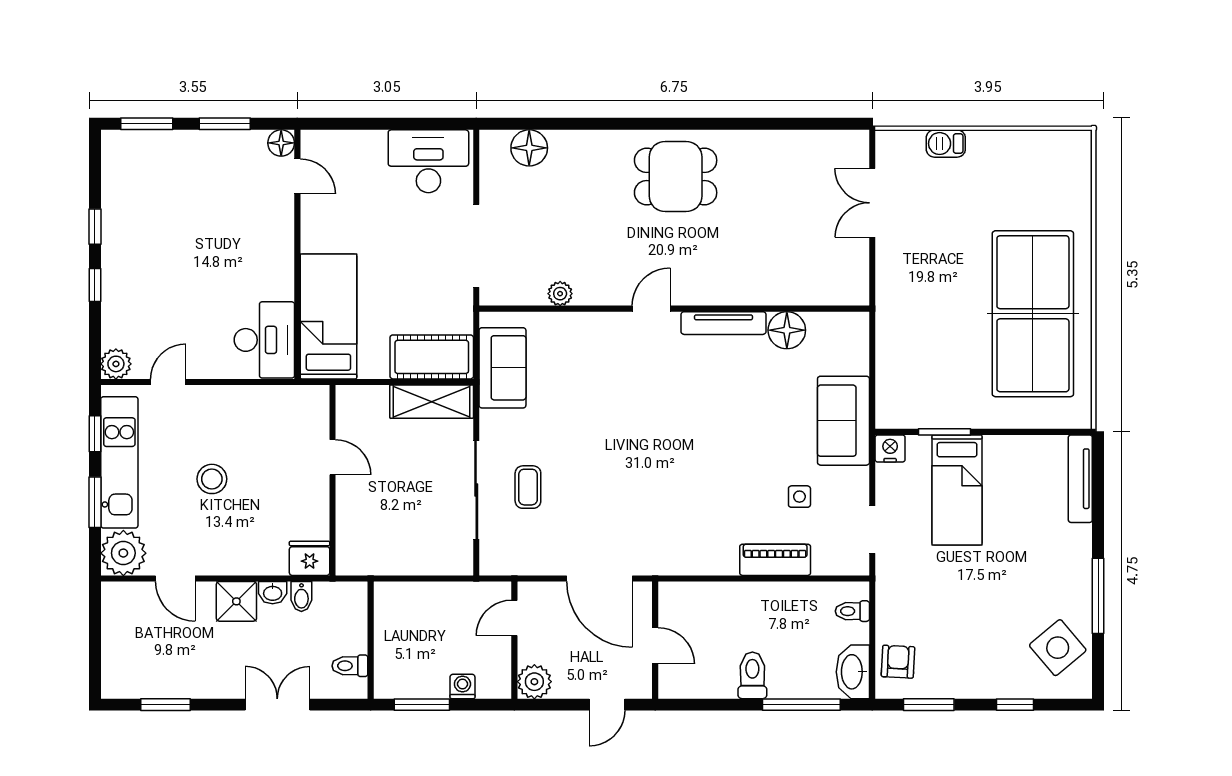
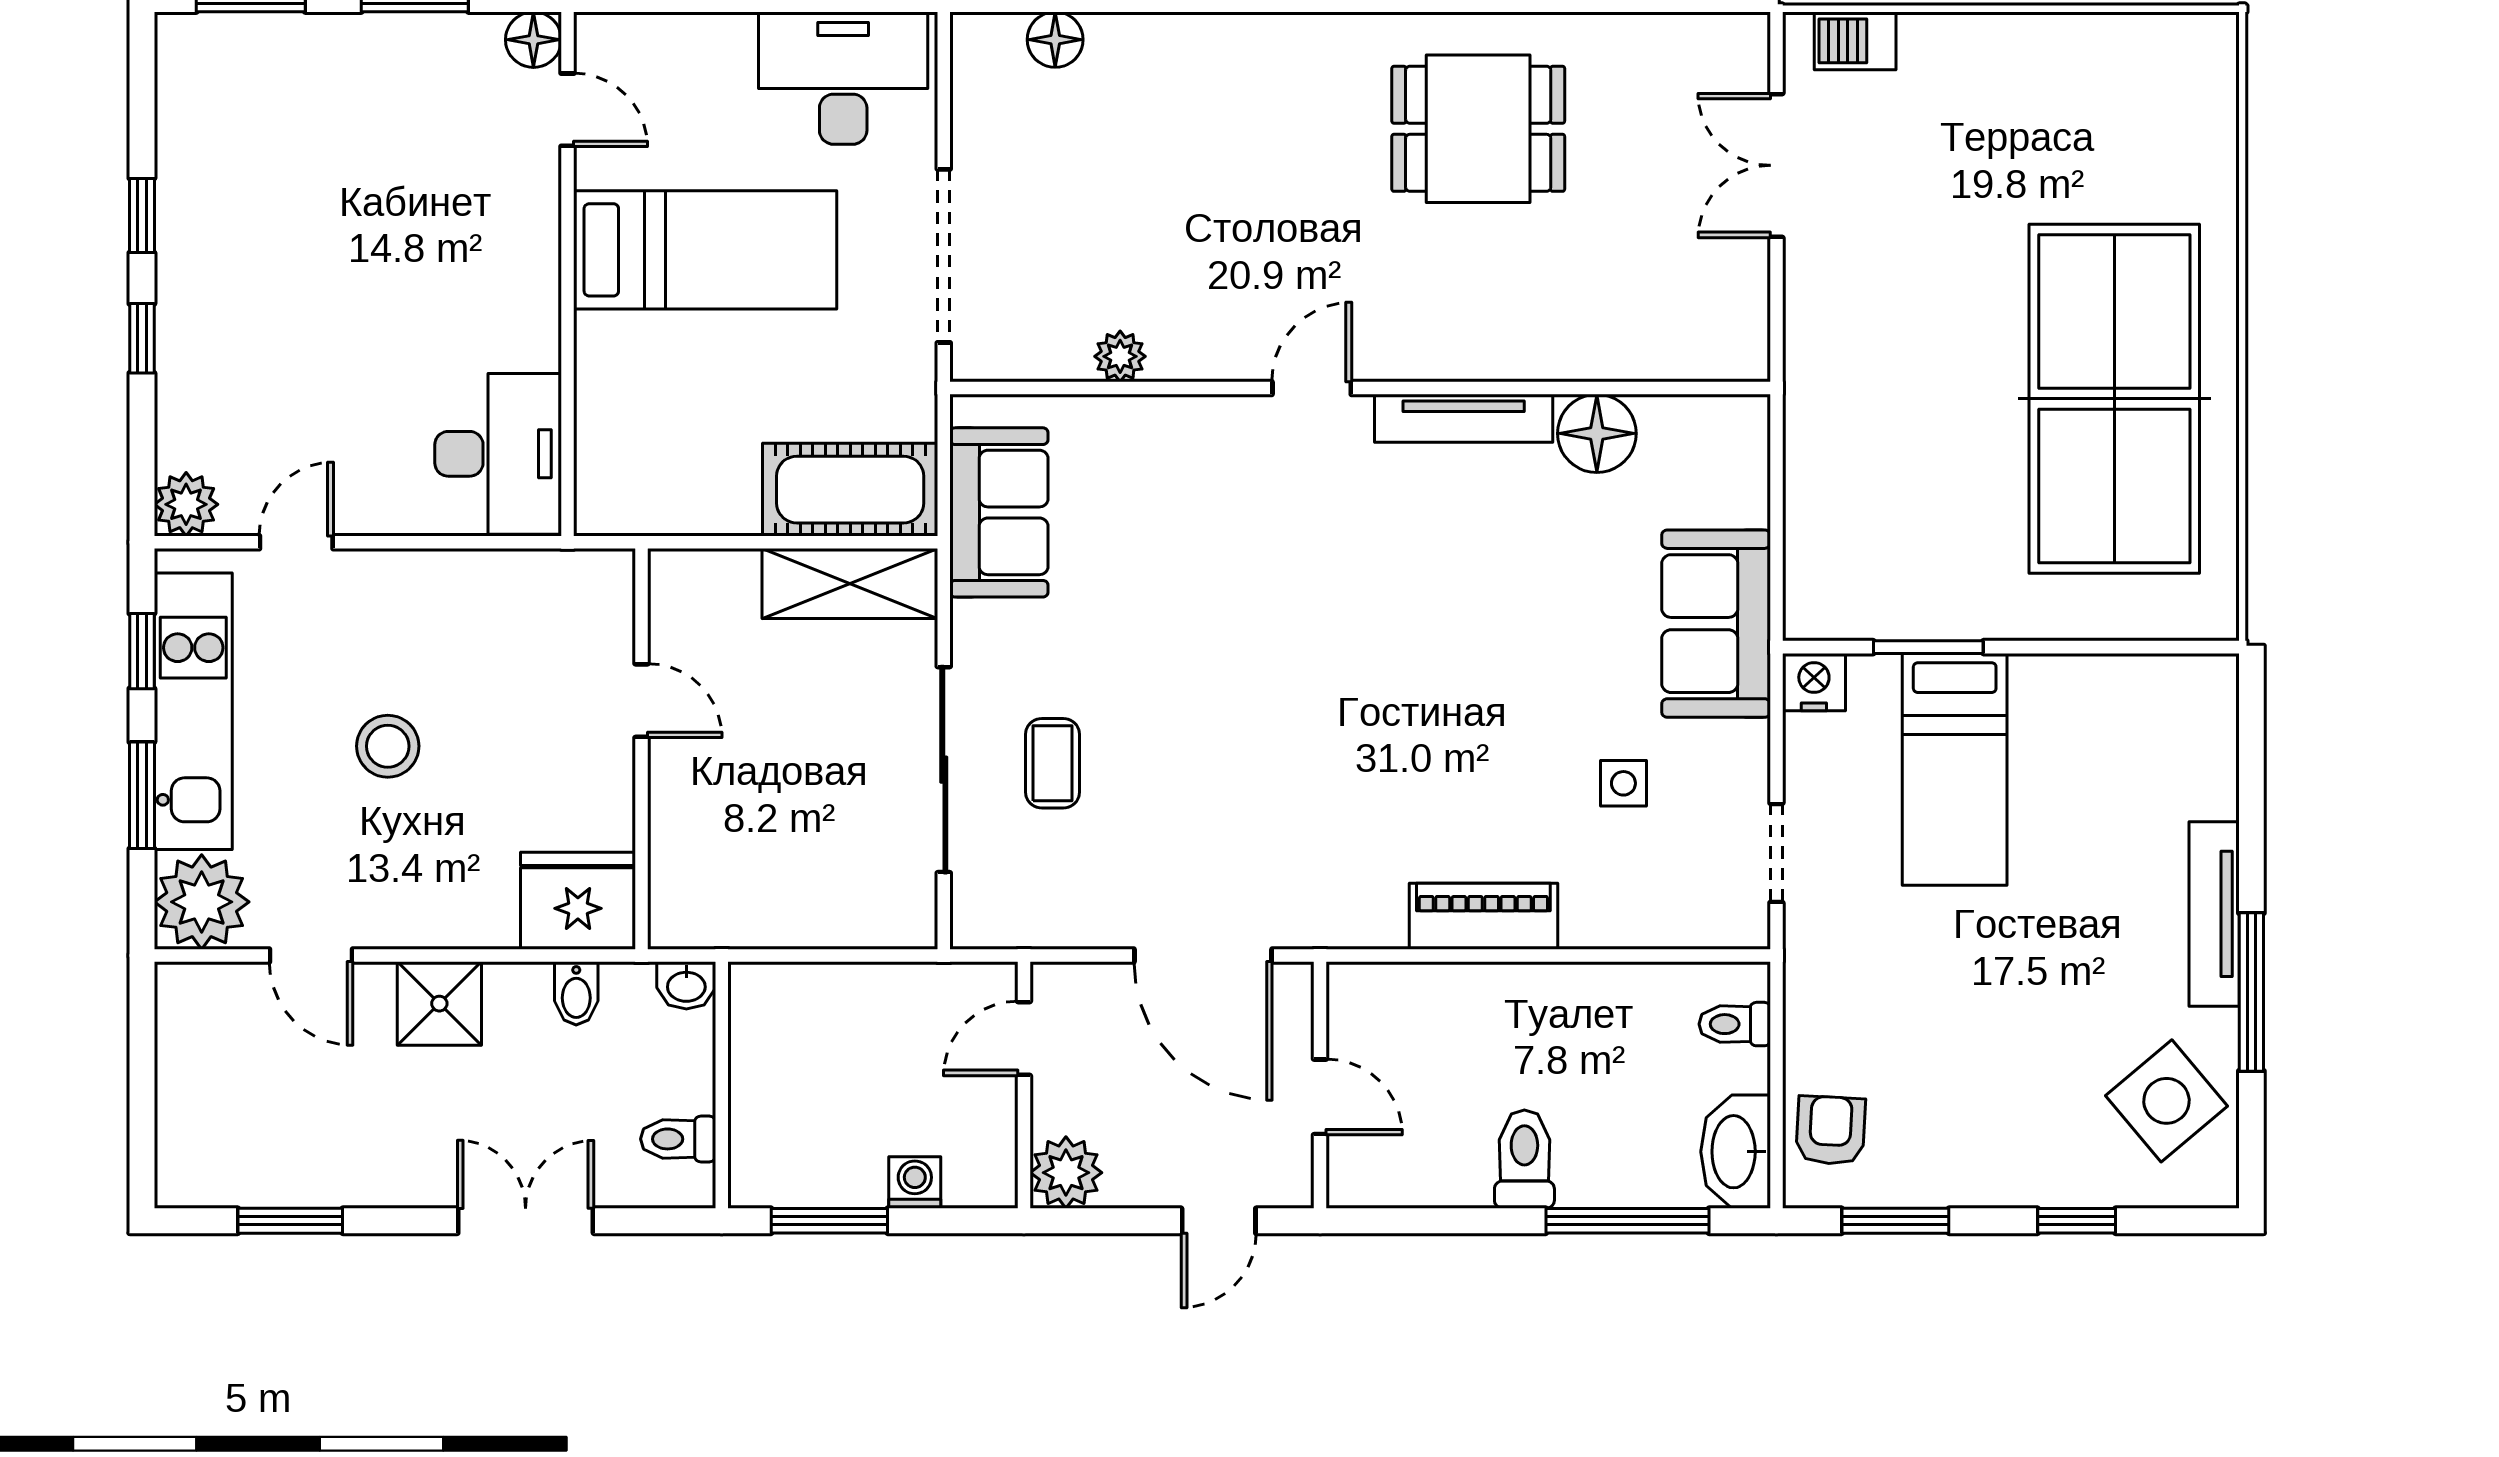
barbecue: (946, 144) -> (1855, 41), moved
floor lamp: (529, 148) -> (1055, 40), width x0.73, depth x0.73
dining table: (676, 176) -> (1478, 129), moved
bed: (328, 317) -> (705, 250), moved, turned 90
tv unit: (1080, 479) -> (2214, 914), moved
fridge: (310, 558) -> (578, 901), width x1.36, depth x1.34
piano: (775, 560) -> (1483, 916), moved
washbasin: (273, 593) -> (686, 985), moved

